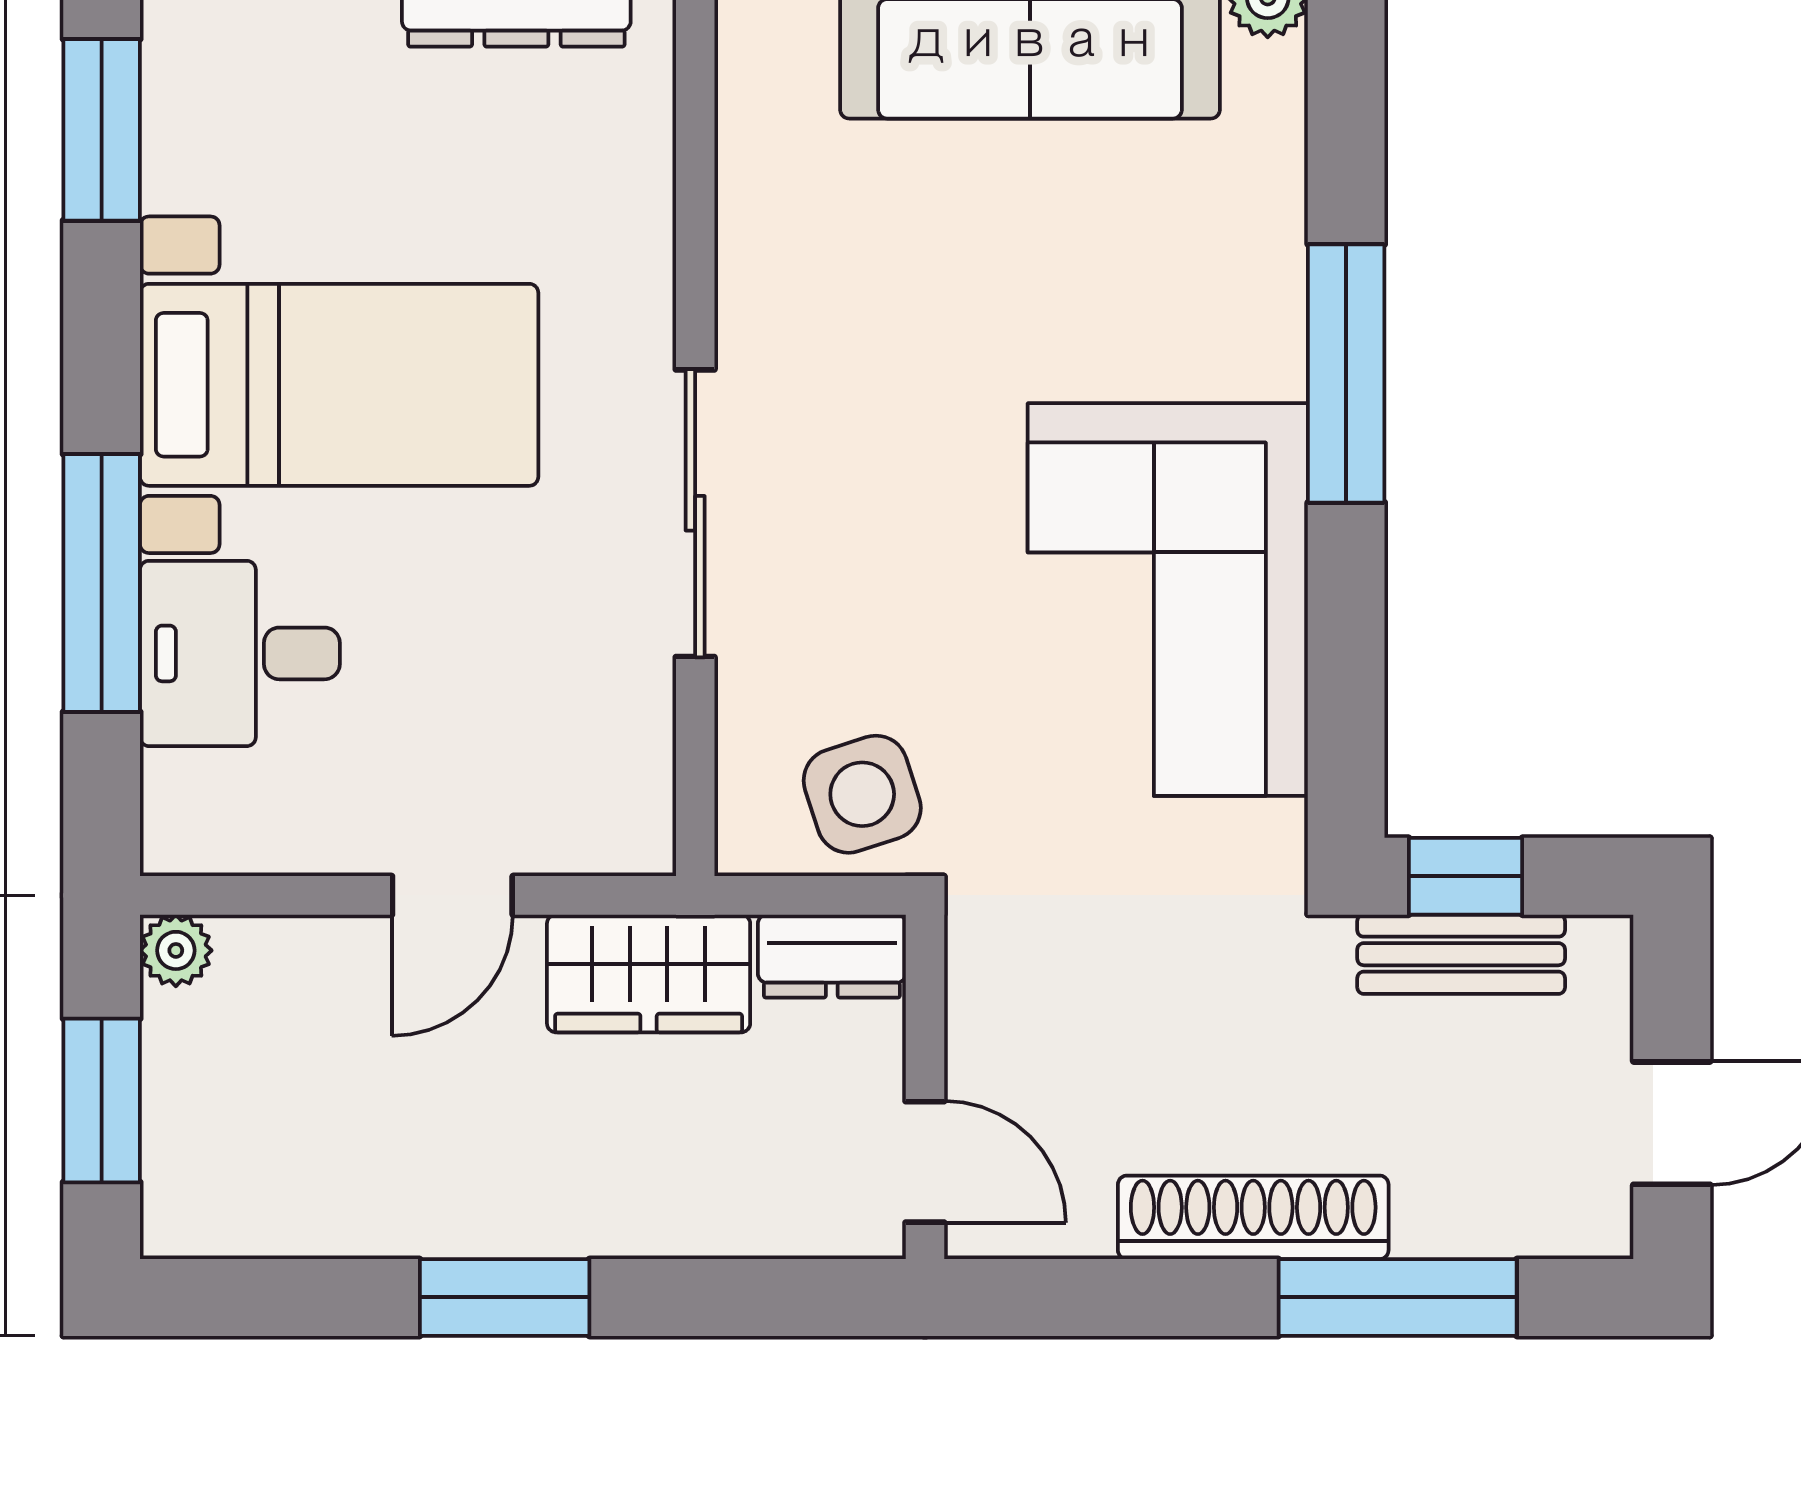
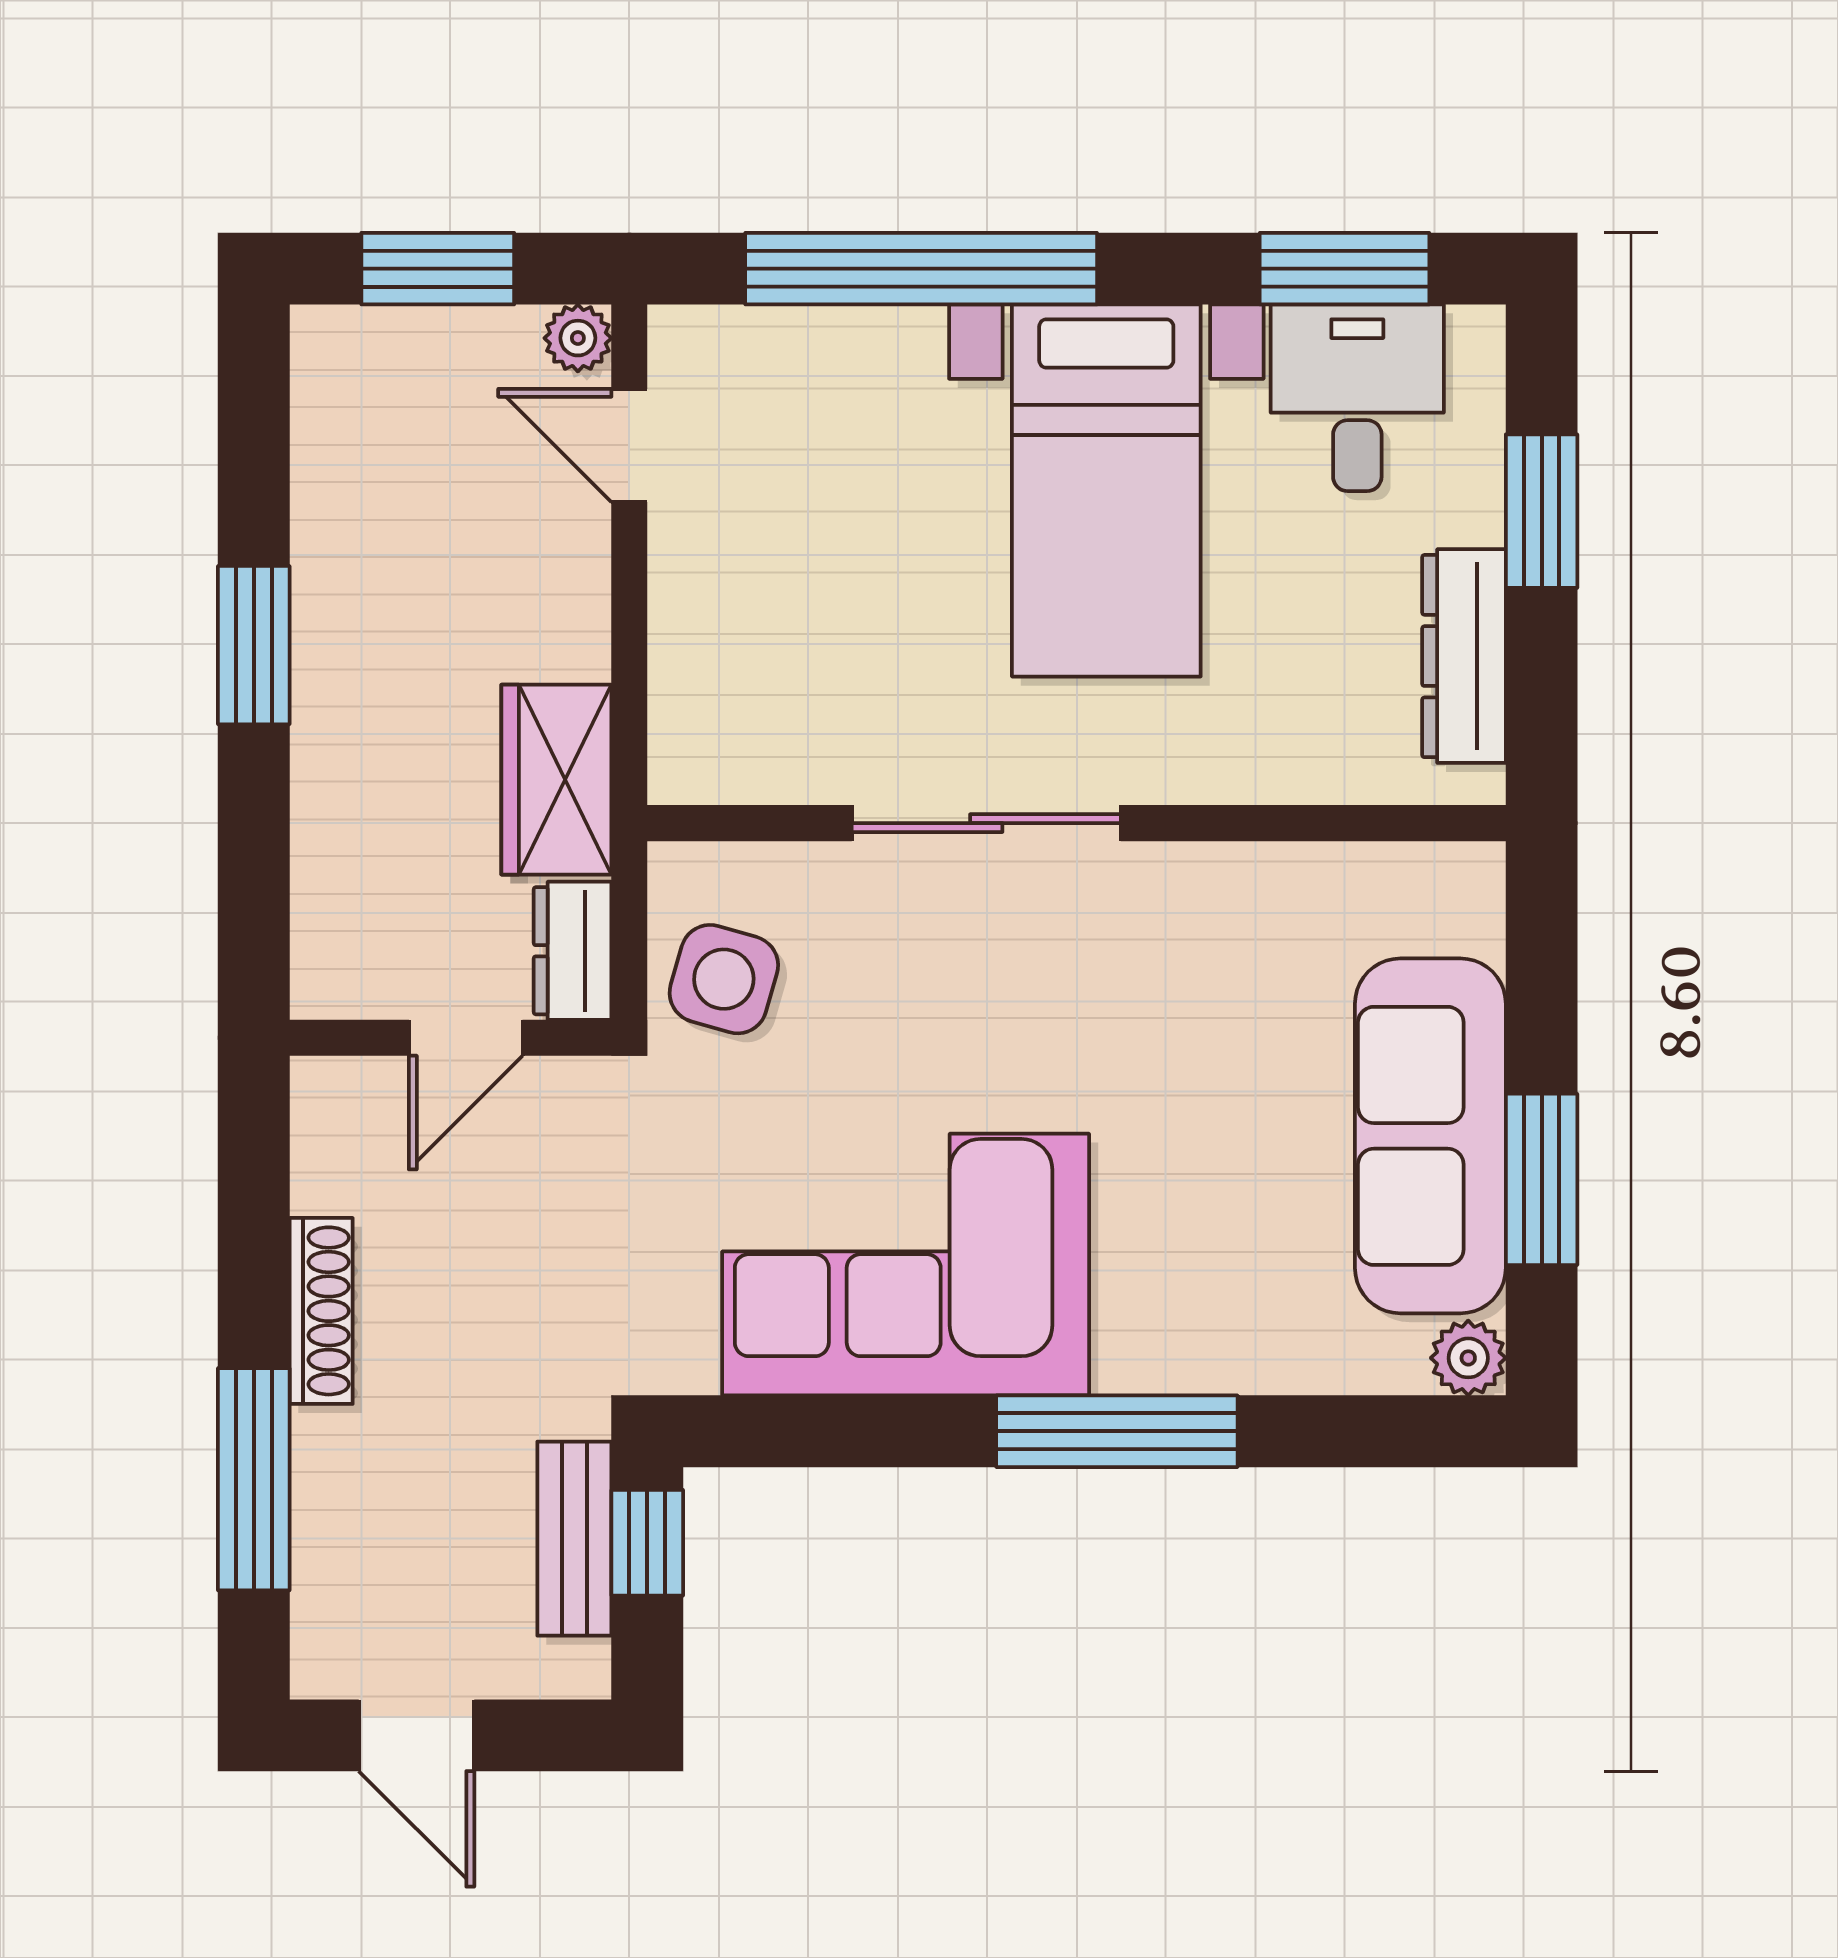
window: (102, 583) -> (921, 269), width x1.46
desk: (240, 653) -> (1357, 398), moved
side table: (862, 794) -> (724, 979), turned 34
door: (452, 895) -> (629, 445), moved
door: (925, 1162) -> (466, 1038), moved
shoe rack: (1253, 1217) -> (321, 1311), width x0.74, depth x0.81

